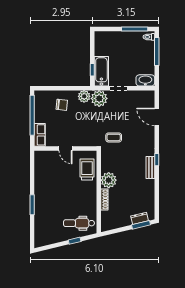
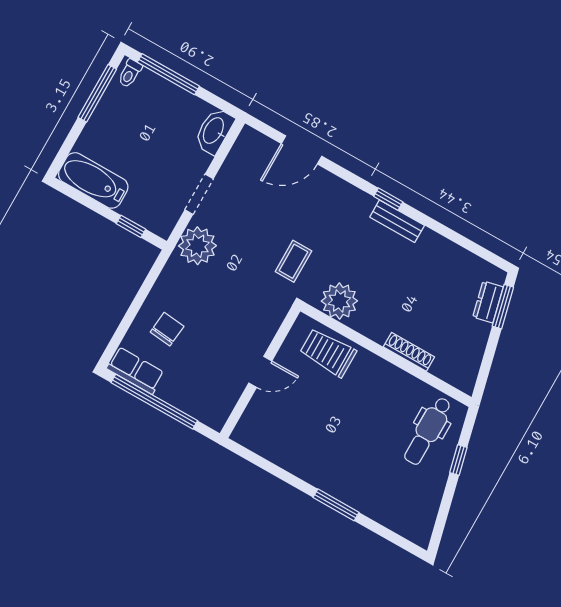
bathtub: (101, 71) -> (93, 180), moved
plant: (84, 96) -> (176, 274), removed
row of seats: (40, 135) -> (135, 371), moved
plant: (109, 180) -> (339, 301), moved

